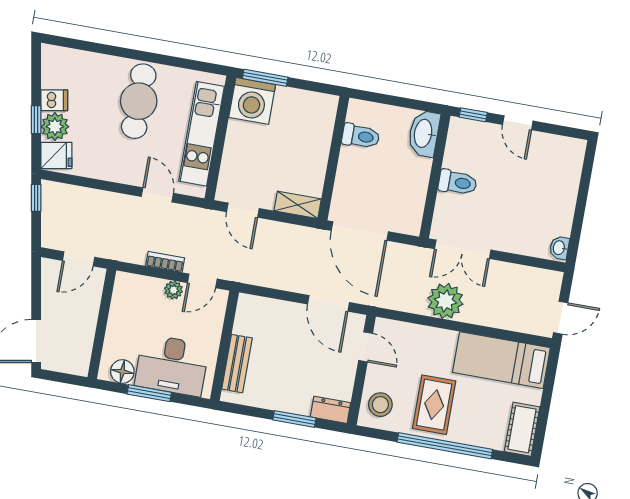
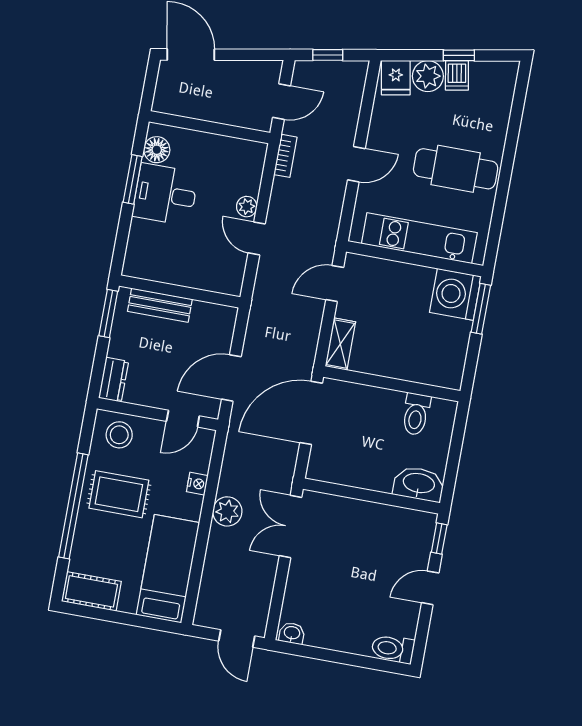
window: (36, 120) -> (459, 55), moved
toilet: (458, 183) -> (393, 649), moved, turned 90
door: (157, 195) -> (356, 164), moved
window: (36, 198) -> (328, 55), moved
door: (79, 259) -> (282, 102), swing flipped
bookcase: (165, 262) -> (285, 156), moved
plant: (445, 301) -> (227, 511), width x0.73, depth x0.73
door: (561, 318) -> (237, 639), moved
nightstand: (424, 334) -> (197, 484), added
wall: (225, 346) -> (180, 291), moved
bench: (237, 364) -> (160, 305), moved
desk: (172, 365) -> (165, 194), width x0.73
window: (294, 419) -> (108, 314), moved

